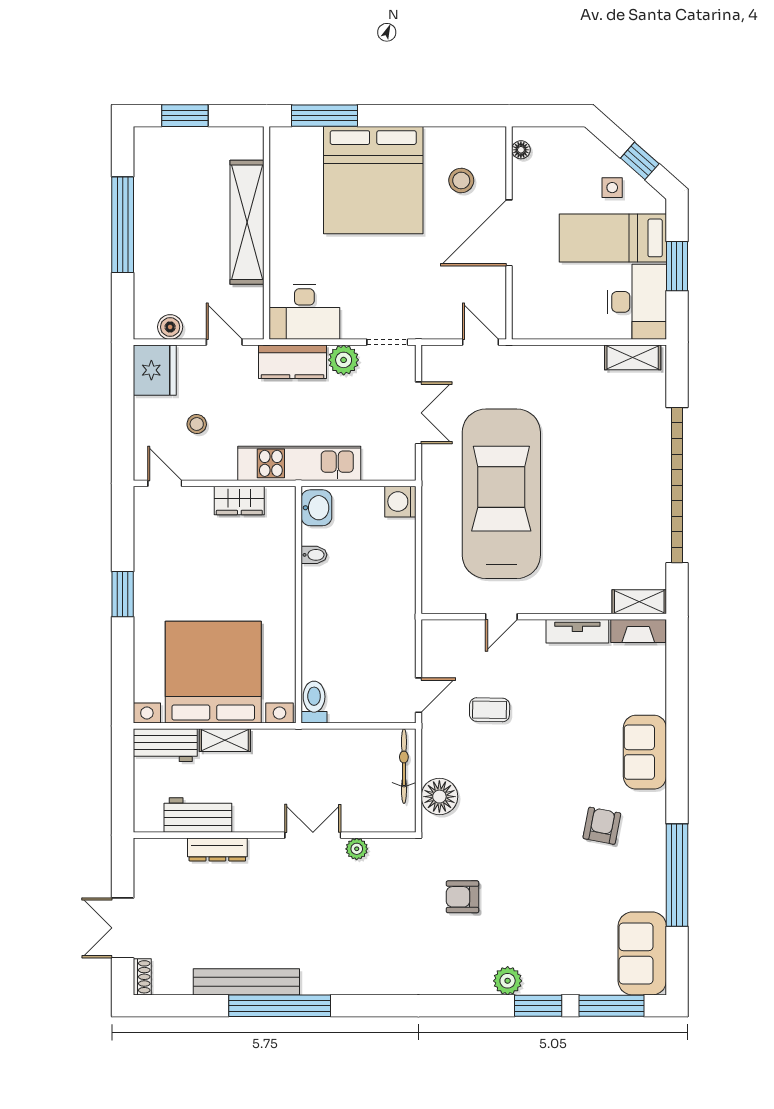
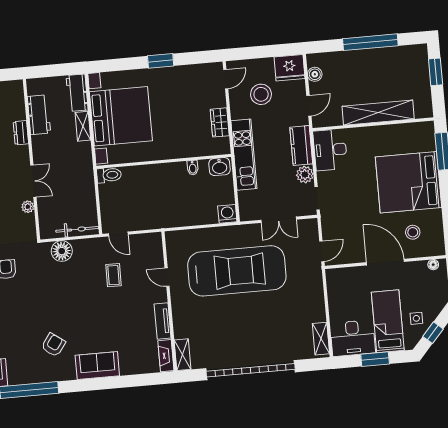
stool: (197, 424) -> (261, 94), width x1.89, depth x1.89
armchair: (602, 826) -> (53, 345), turned -65
dresser: (217, 849) -> (21, 133), width x0.70

